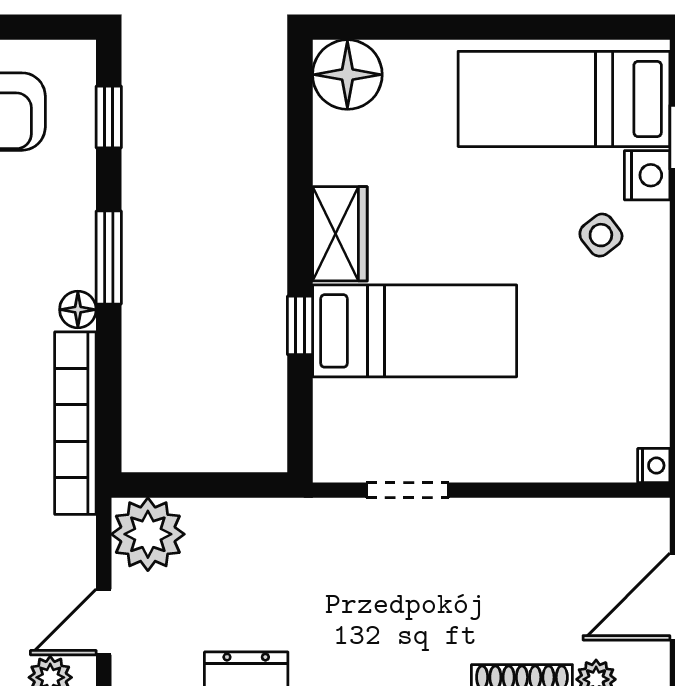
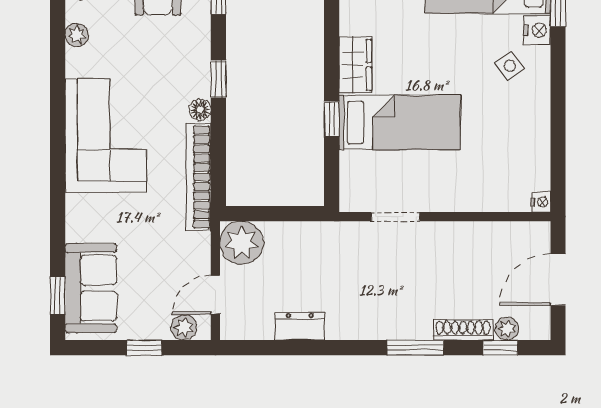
window: (109, 257) -> (218, 79), width x0.67

